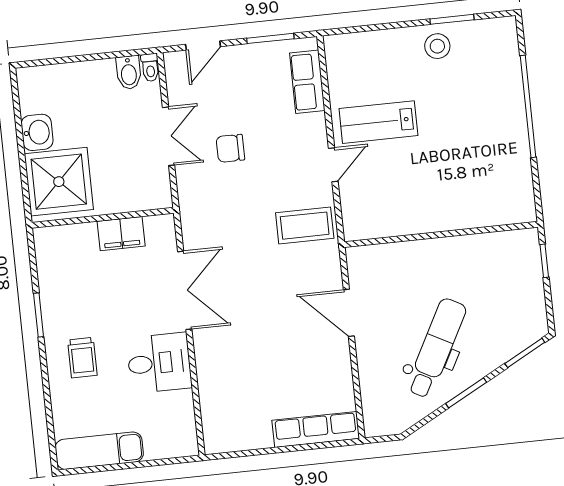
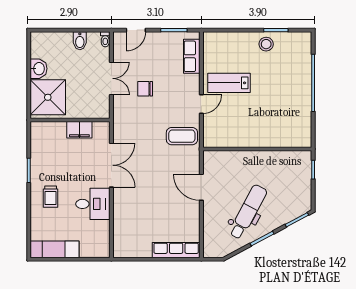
bidet: (129, 72) -> (80, 41), moved

